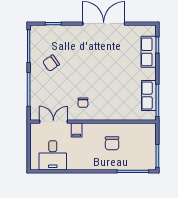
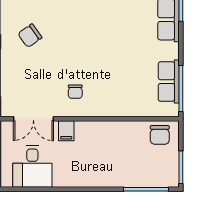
double door: (53, 122) -> (33, 119), swing flipped
chair: (112, 143) -> (160, 135), moved

